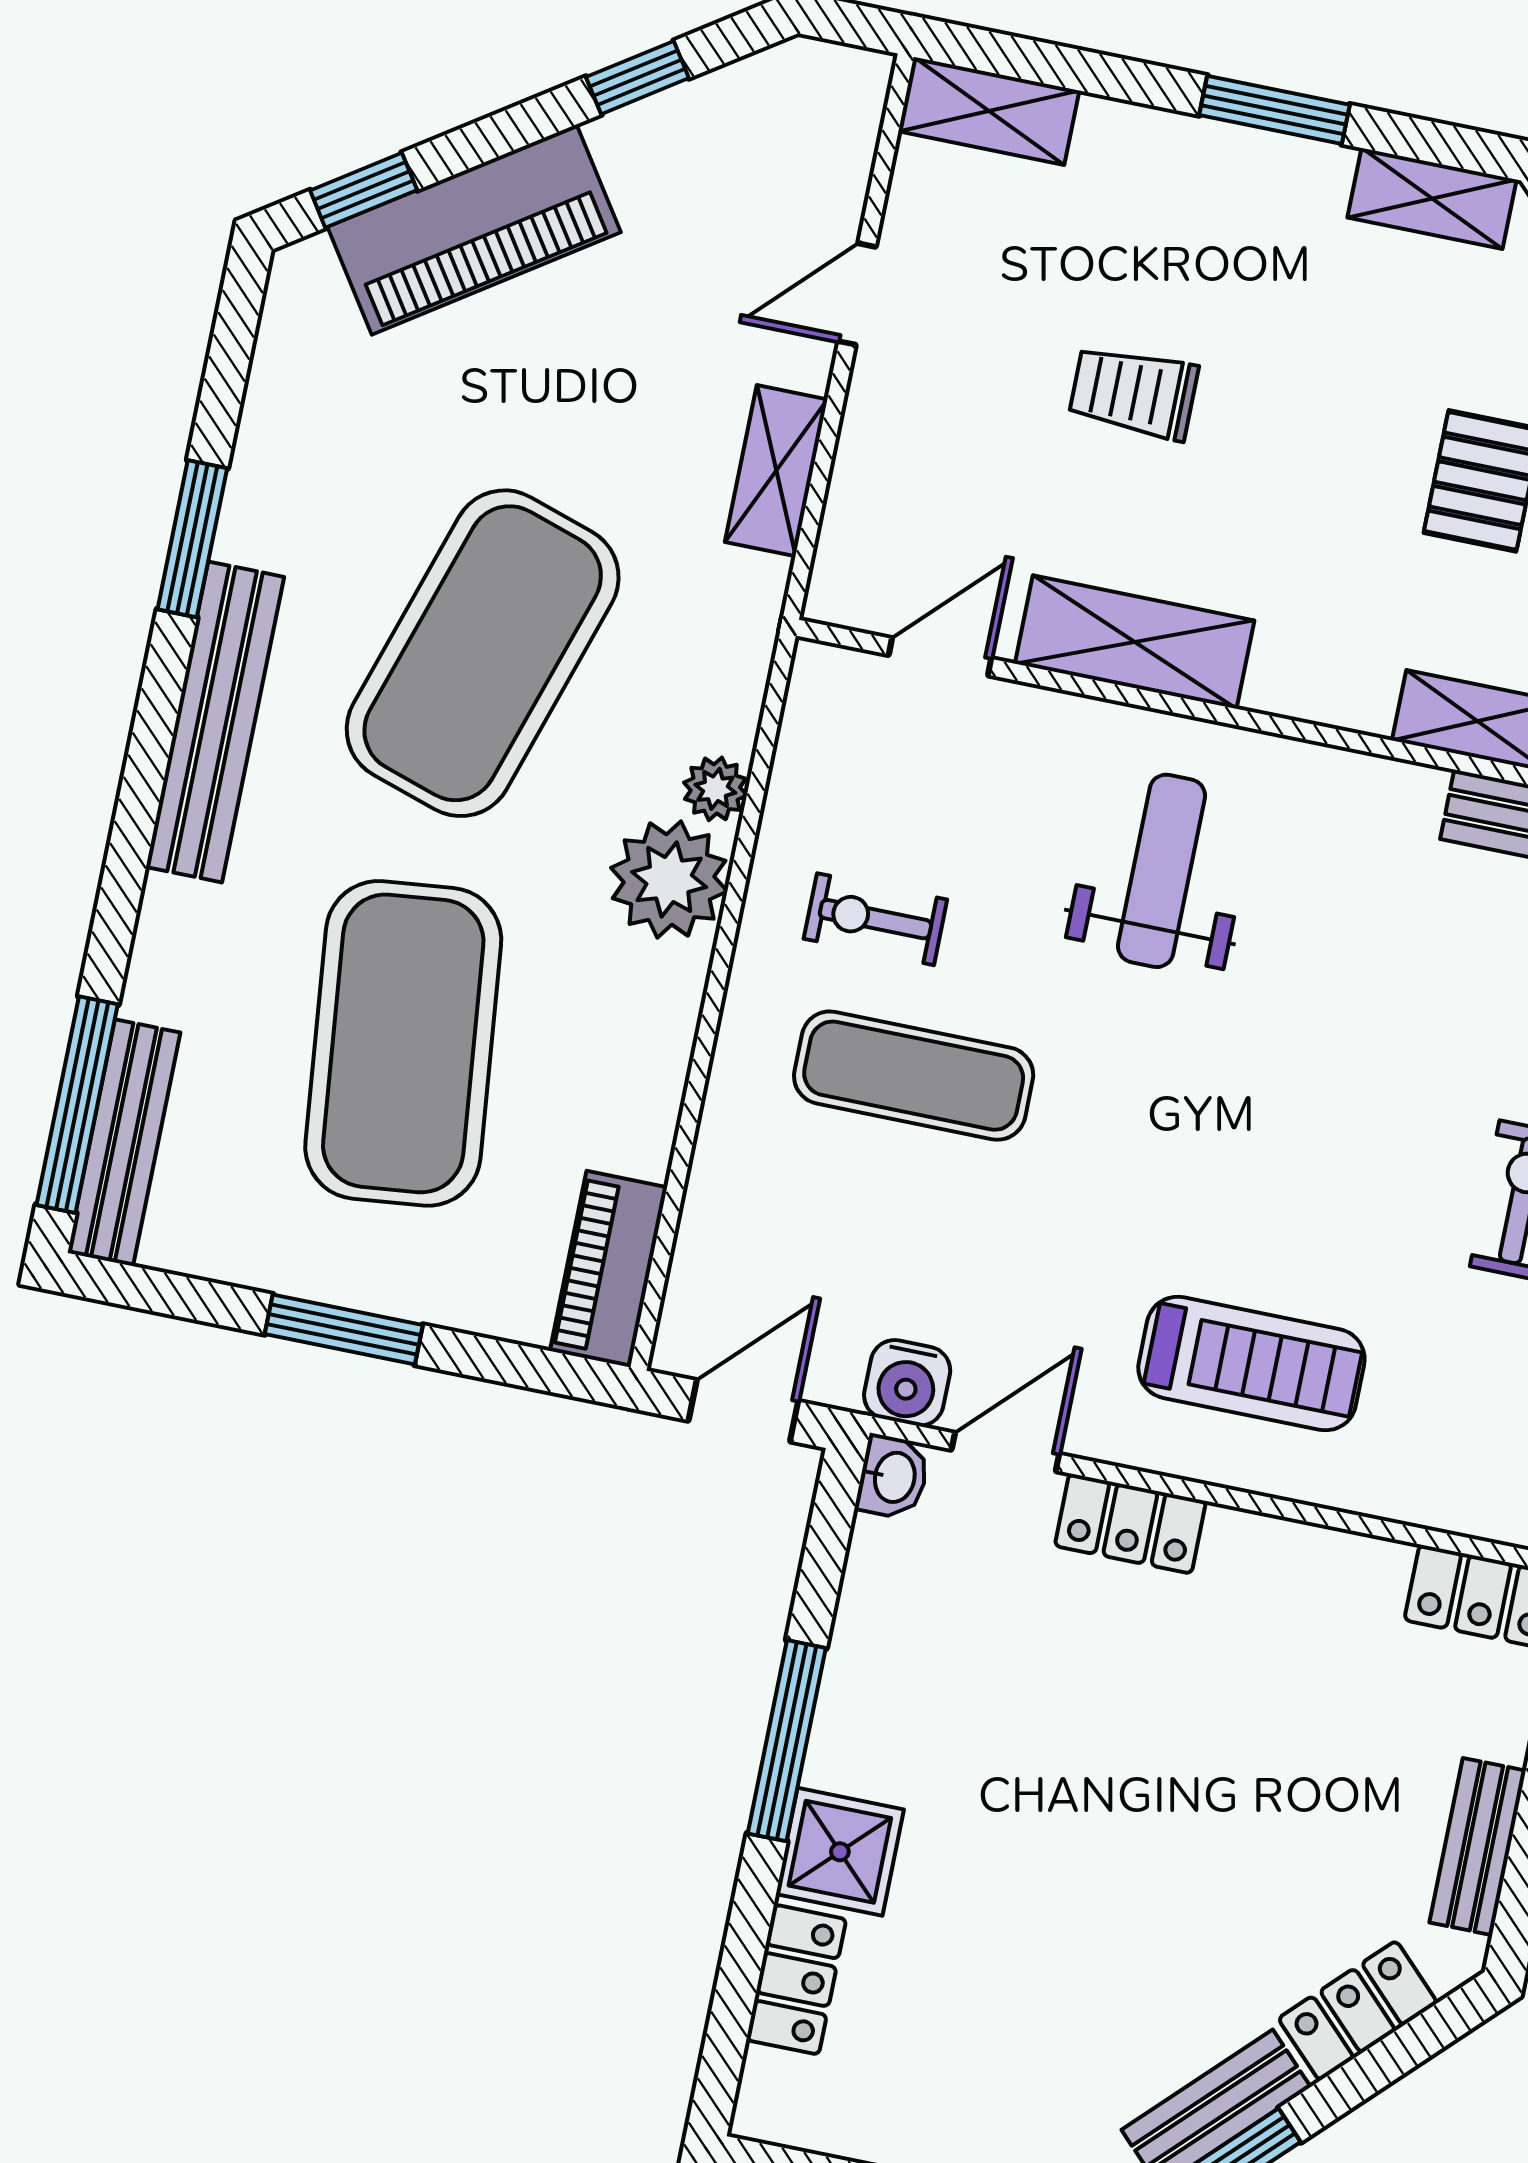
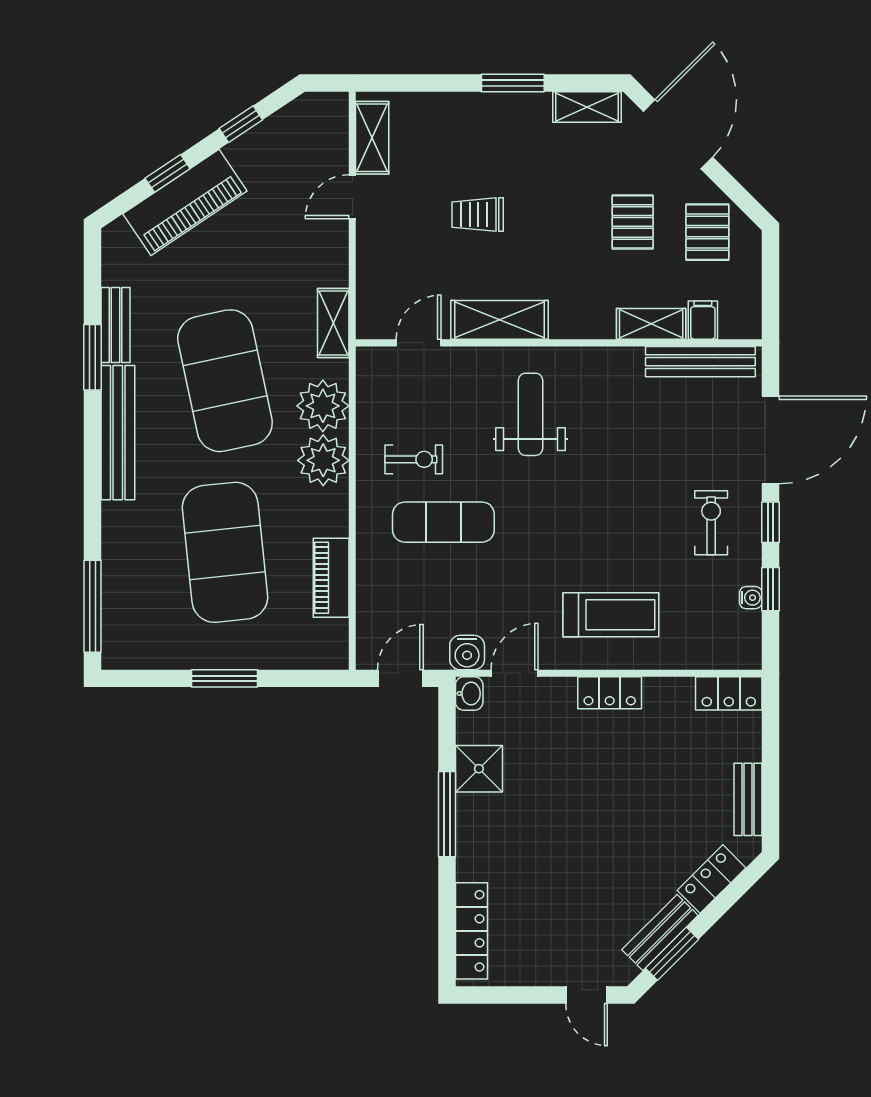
shelving: (989, 111) -> (372, 138), moved, turned 90
window: (364, 190) -> (168, 173), moved
shelving: (776, 471) -> (333, 323), moved
exercise mat: (483, 653) -> (225, 381), turned -30
plant: (715, 789) -> (323, 406), width x1.88, depth x1.88
exercise bike: (875, 919) -> (414, 459), turned 180
bench: (124, 1143) -> (115, 325), moved, width x0.73
piano: (609, 1269) -> (331, 578), moved
locker: (1130, 1523) -> (610, 693), moved
shower: (840, 1852) -> (479, 769), moved
locker: (796, 1980) -> (472, 931), width x1.53

